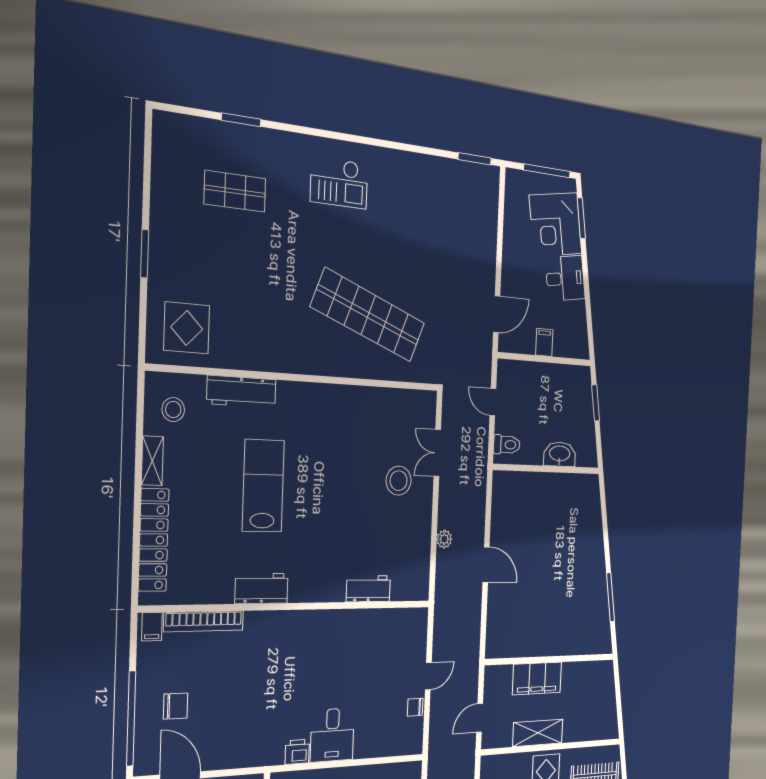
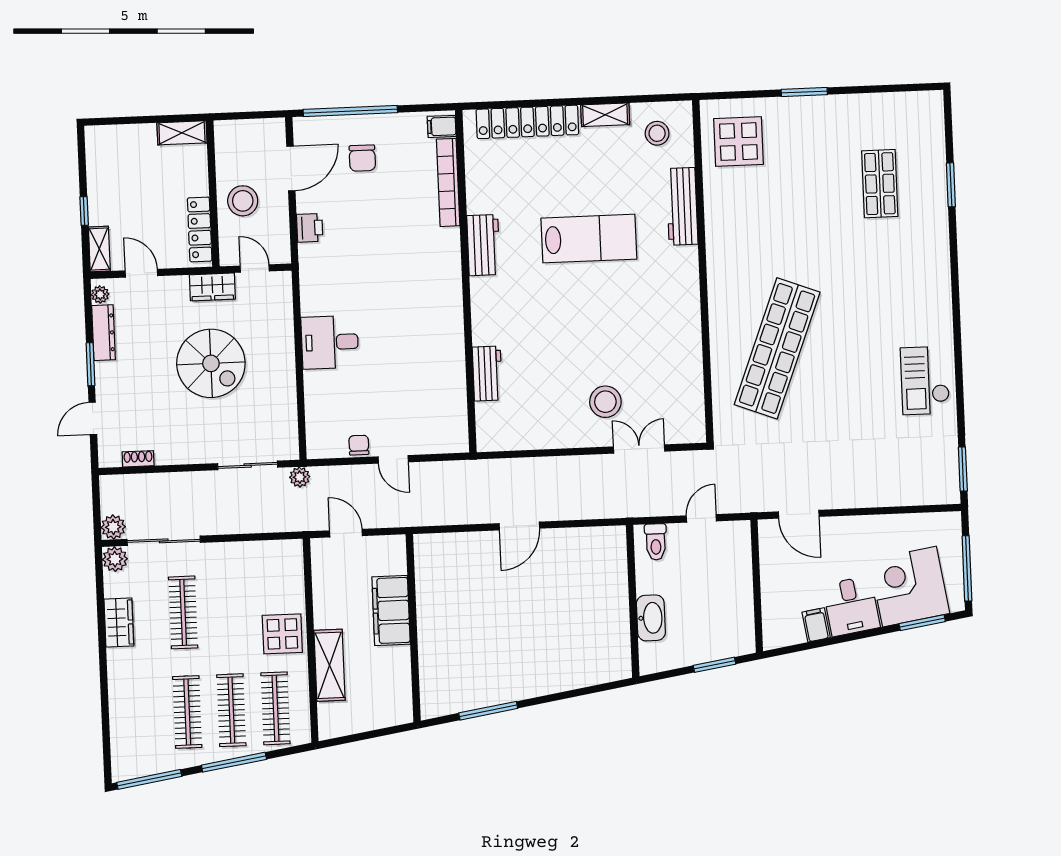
checkout: (339, 183) -> (925, 380), moved
filing cabinet: (544, 342) -> (816, 625), moved, turned -99
plant: (444, 539) -> (300, 477), moved
shelving: (538, 733) -> (330, 665), moved
printer: (297, 752) -> (310, 228), moved

